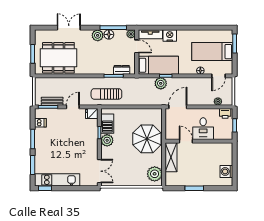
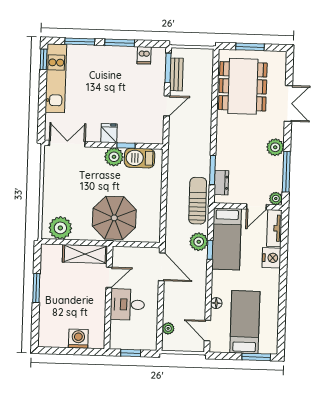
floor lamp: (109, 34) -> (276, 165), removed
sun lounger: (106, 94) -> (198, 201), moved
door: (73, 107) -> (167, 106), hinge flipped
printer: (225, 113) -> (150, 339), removed
fridge: (92, 114) -> (109, 133), moved
double door: (99, 171) -> (67, 144), swing flipped
washing machine: (226, 171) -> (78, 339), moved

